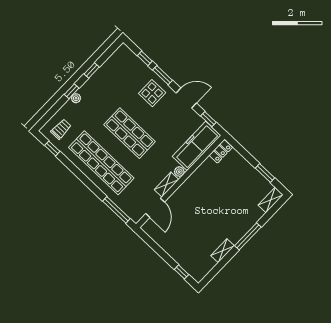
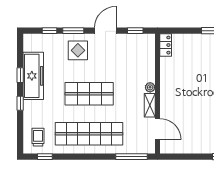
plant: (76, 98) -> (28, 105), removed
freezer: (196, 146) -> (33, 76), moved, turned 180

